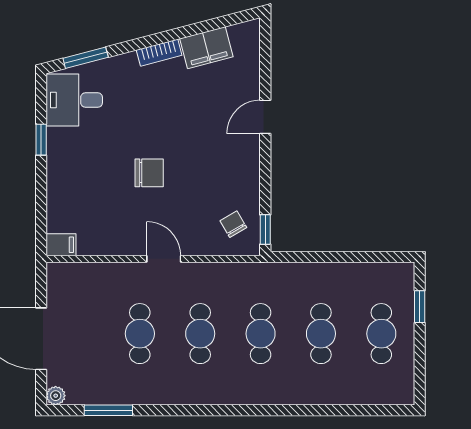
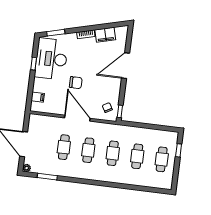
desk: (74, 100) -> (51, 59), width x1.87, depth x1.30
door: (265, 117) -> (126, 66), width x1.87
filing cabinet: (61, 245) -> (38, 97), moved
door: (164, 259) -> (77, 118), width x1.88

